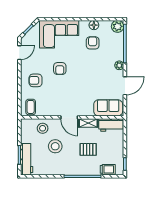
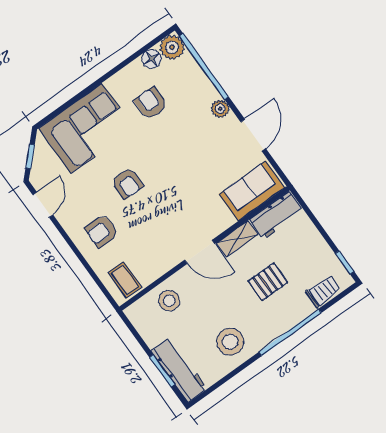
floor lamp: (94, 25) -> (151, 59), moved
stool: (55, 146) -> (230, 342), moved

